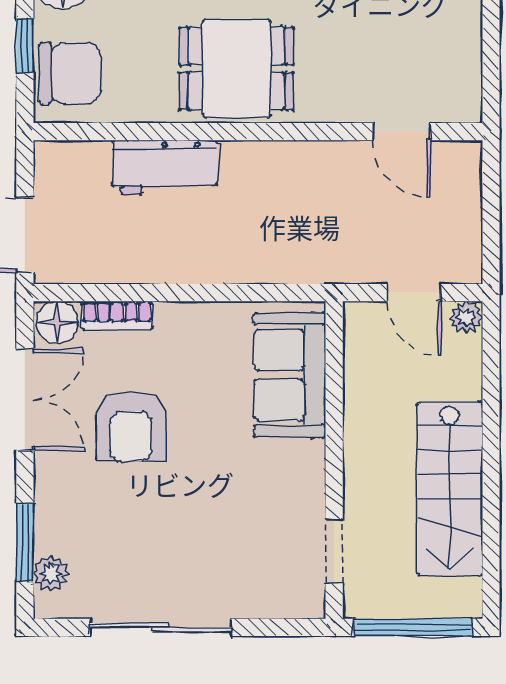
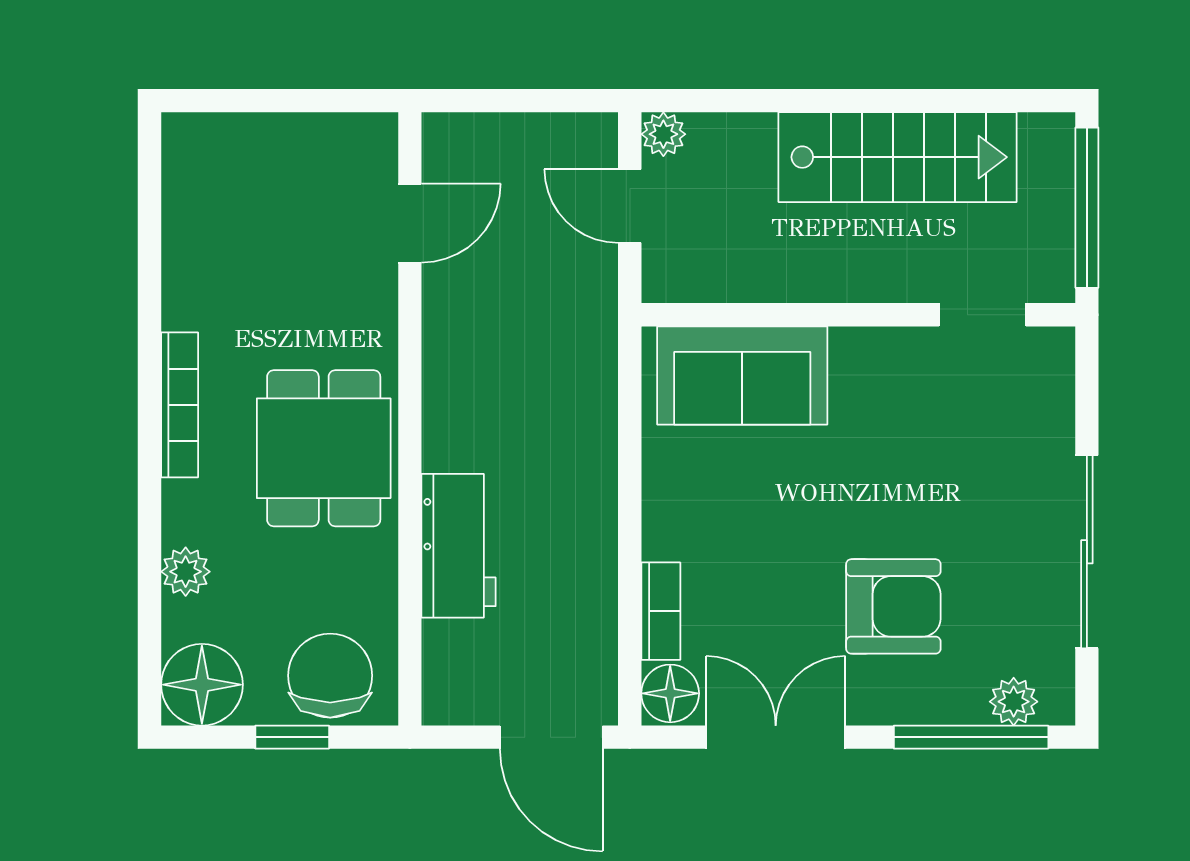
door: (414, 293) -> (630, 206), swing flipped
armchair: (131, 427) -> (893, 606), moved
window: (25, 543) -> (971, 737), width x1.44

